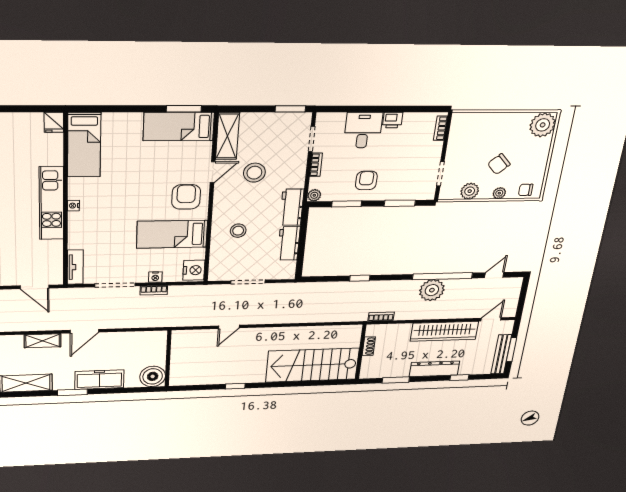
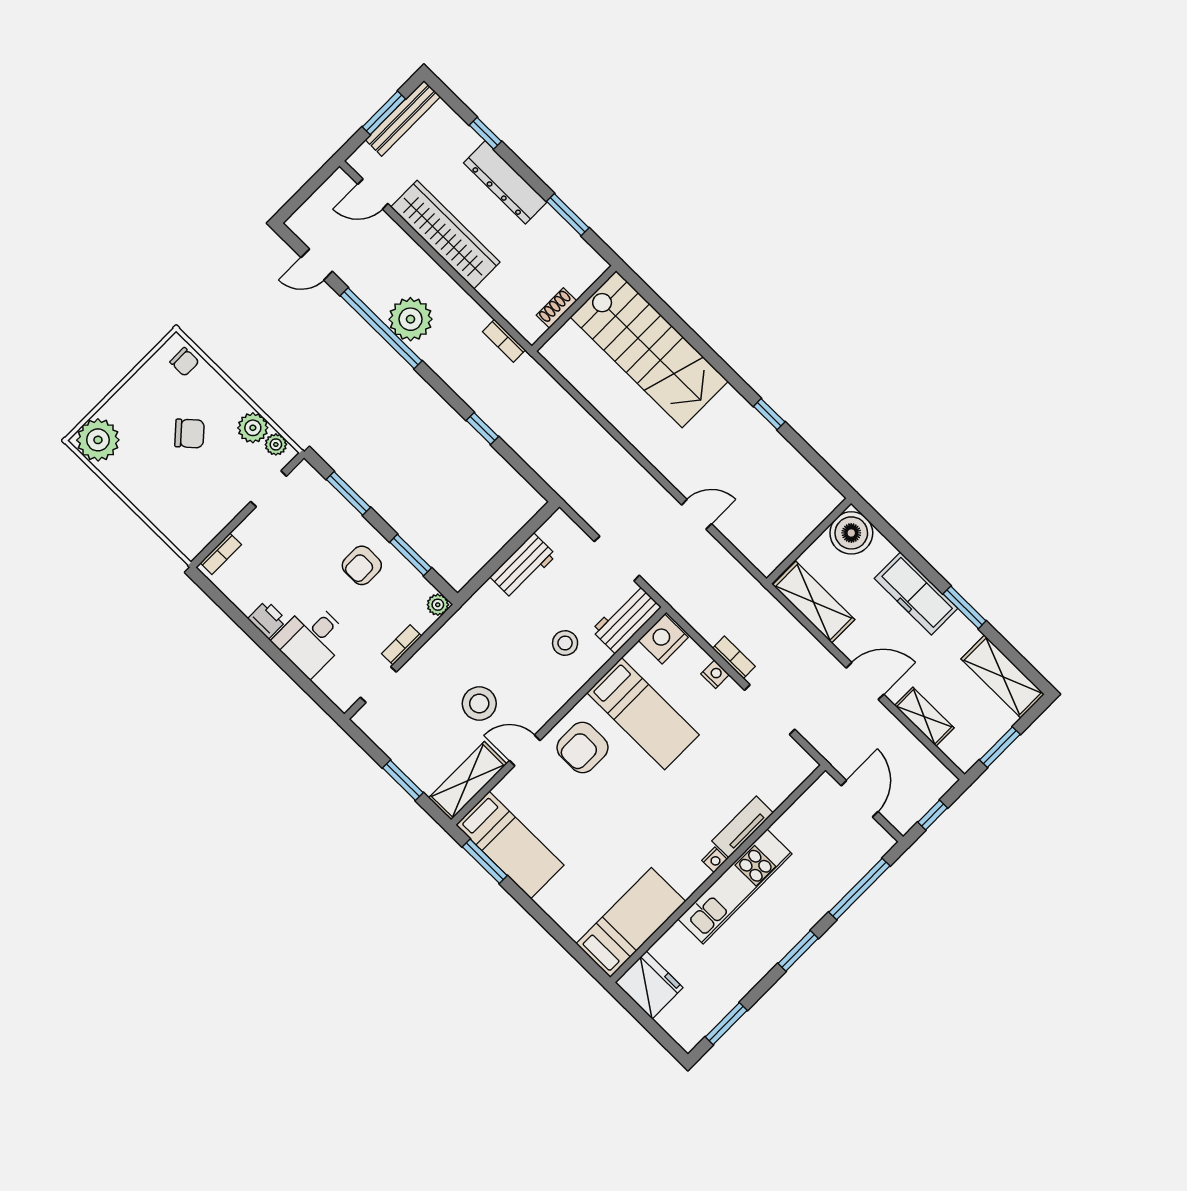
window: (290, 109) -> (403, 780), moved
fridge: (54, 122) -> (649, 985), width x1.88, depth x1.34
plant: (499, 193) -> (276, 444), moved
workbench: (292, 207) -> (626, 619), moved, turned 180
tv unit: (75, 267) -> (743, 827), moved
shelving: (141, 340) -> (814, 602), added

